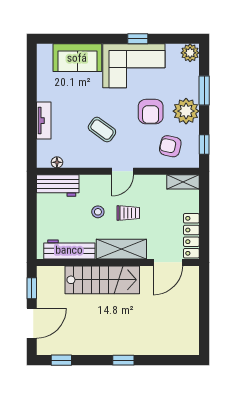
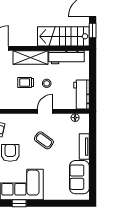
sofa: (77, 58) -> (79, 177), moved, turned -90
door: (123, 171) -> (45, 111), moved
workbench: (58, 186) -> (82, 94), moved, turned -90
stairs: (102, 280) -> (63, 36), moved

